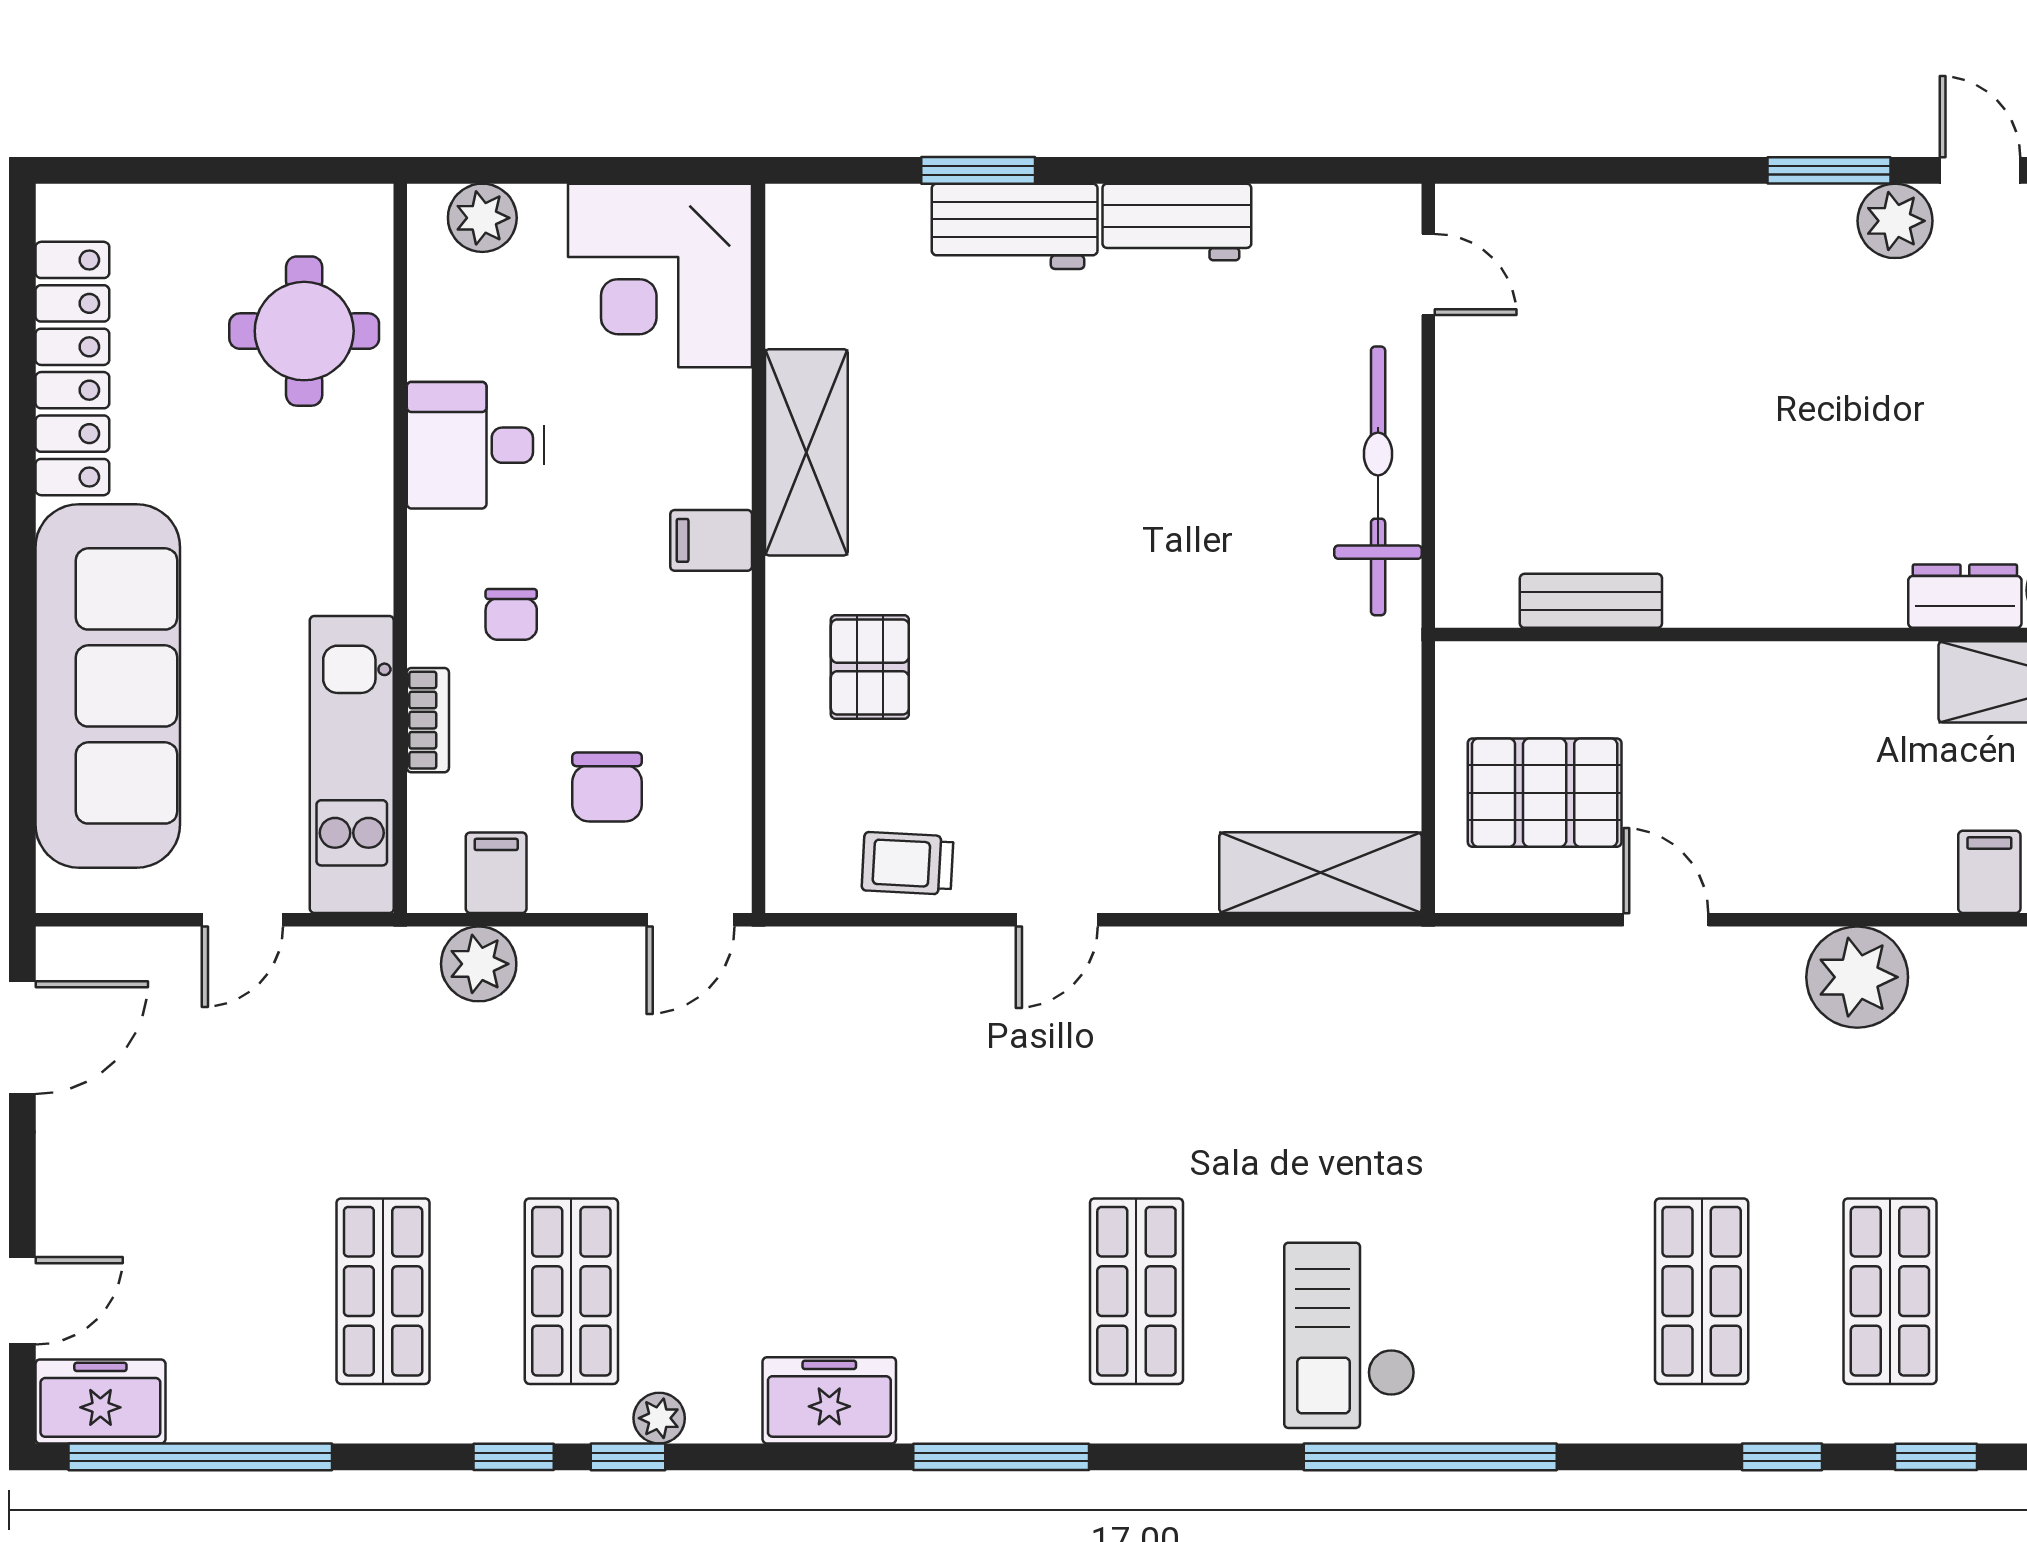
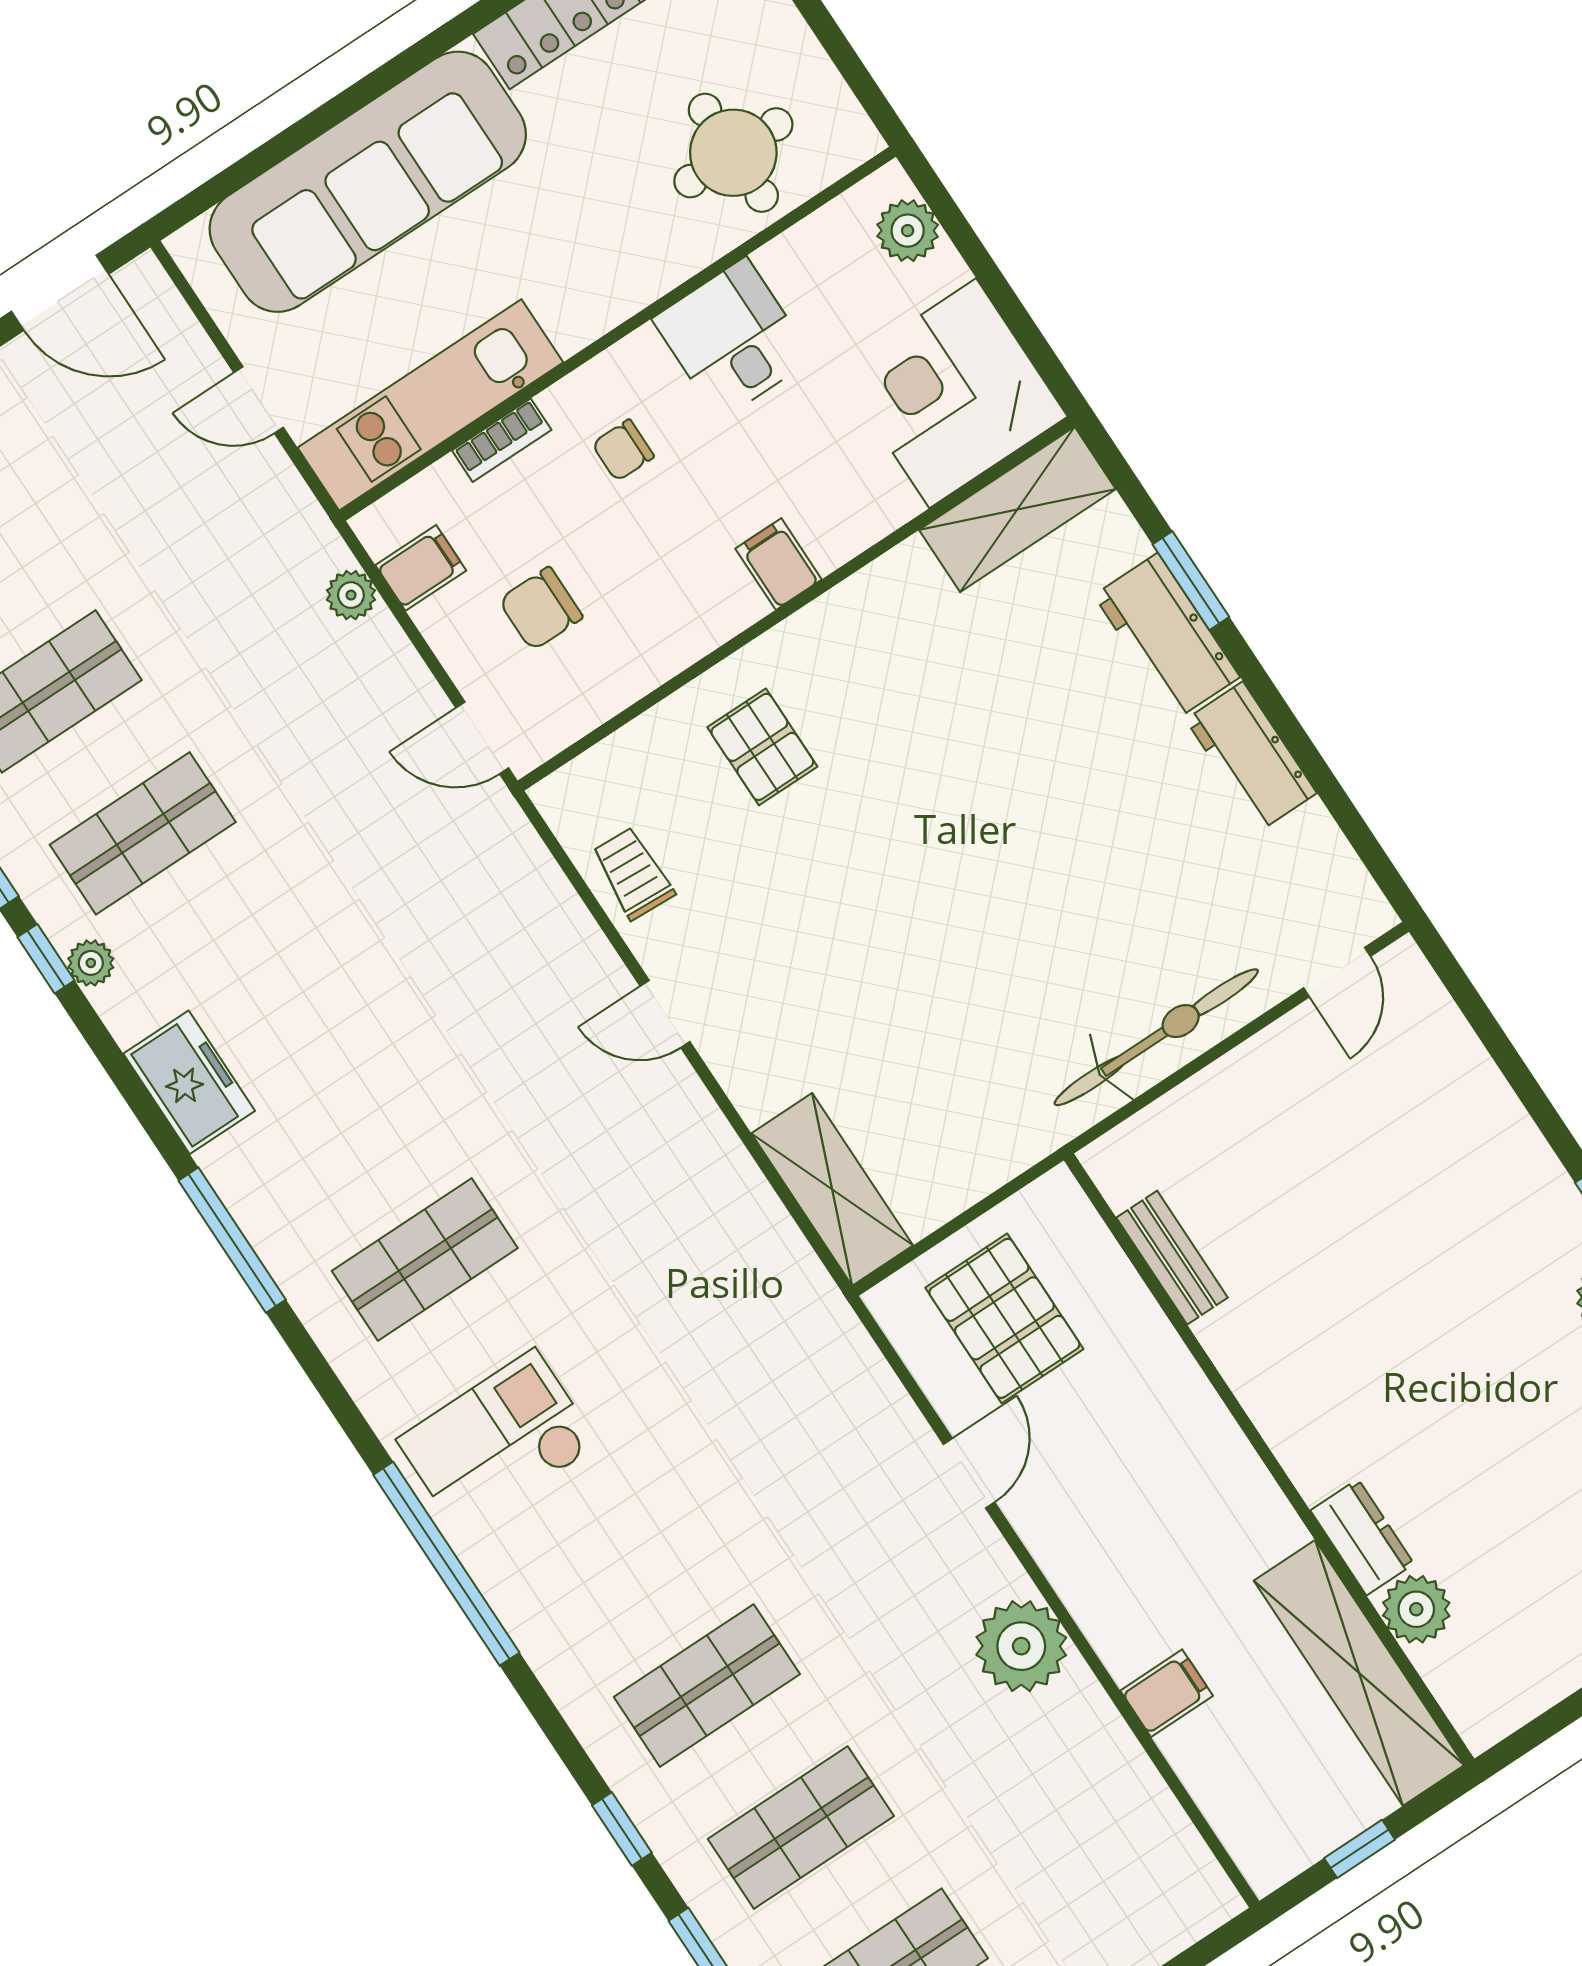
shelving: (806, 452) -> (1017, 509), moved
pallet: (870, 667) -> (762, 747), turned 90
plant: (479, 964) -> (351, 595), width x0.73, depth x0.73

